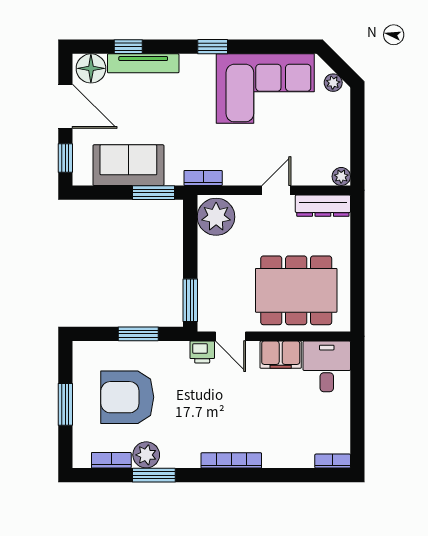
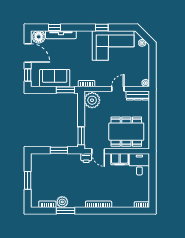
window: (213, 47) -> (102, 27), moved
armchair: (127, 397) -> (54, 177), removed

